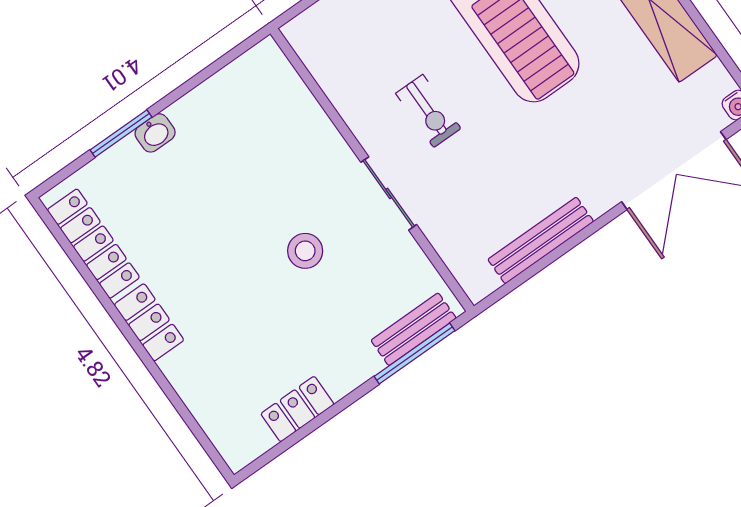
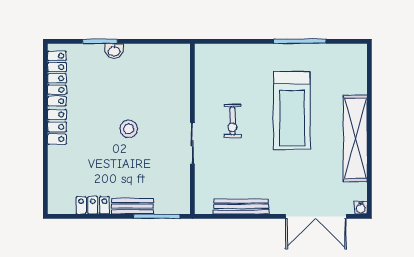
stool: (305, 251) -> (129, 129), moved
bench: (414, 329) -> (133, 206), moved

